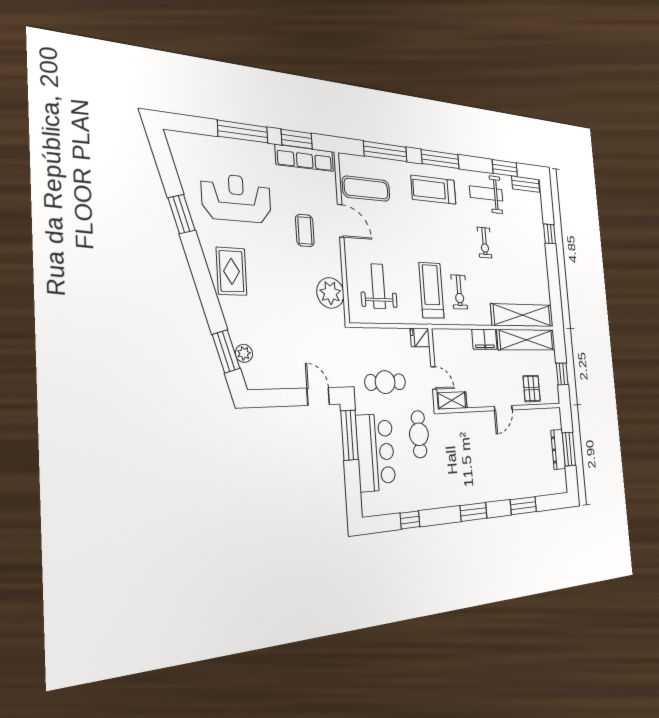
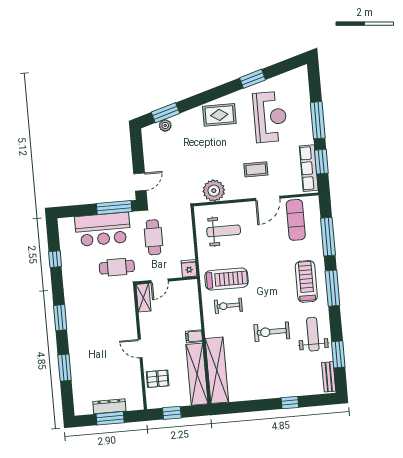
exercise bike: (485, 243) -> (272, 332), width x1.38, depth x1.39
filing cabinet: (484, 339) -> (194, 336), width x0.50

